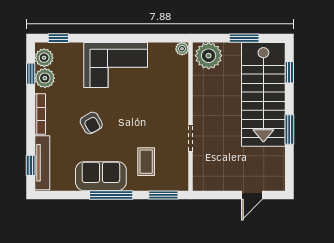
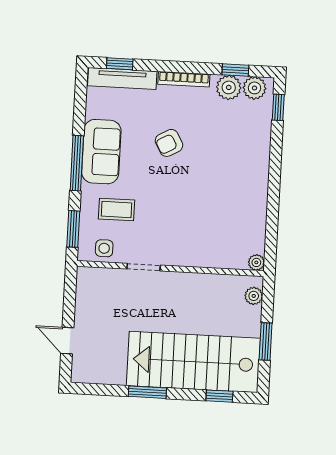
plant: (209, 56) -> (254, 296), width x0.53, depth x0.53
corner sofa: (116, 65) -> (240, 178), removed
side table: (177, 170) -> (104, 248), added

